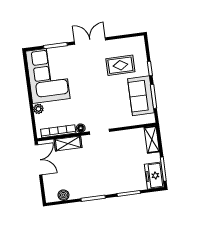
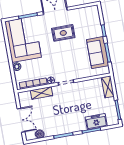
rug: (120, 65) -> (63, 33), moved
double door: (39, 160) -> (21, 120), moved
freezer: (154, 176) -> (96, 122), moved, turned 90

